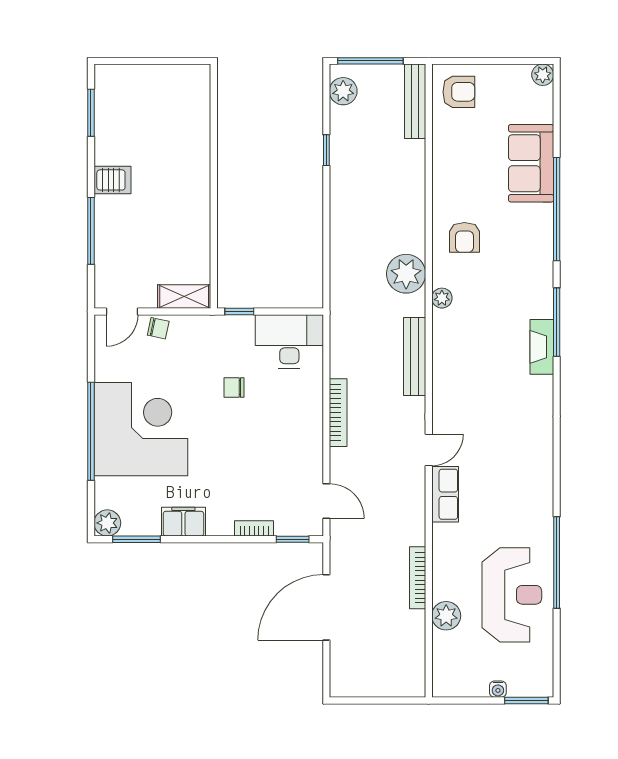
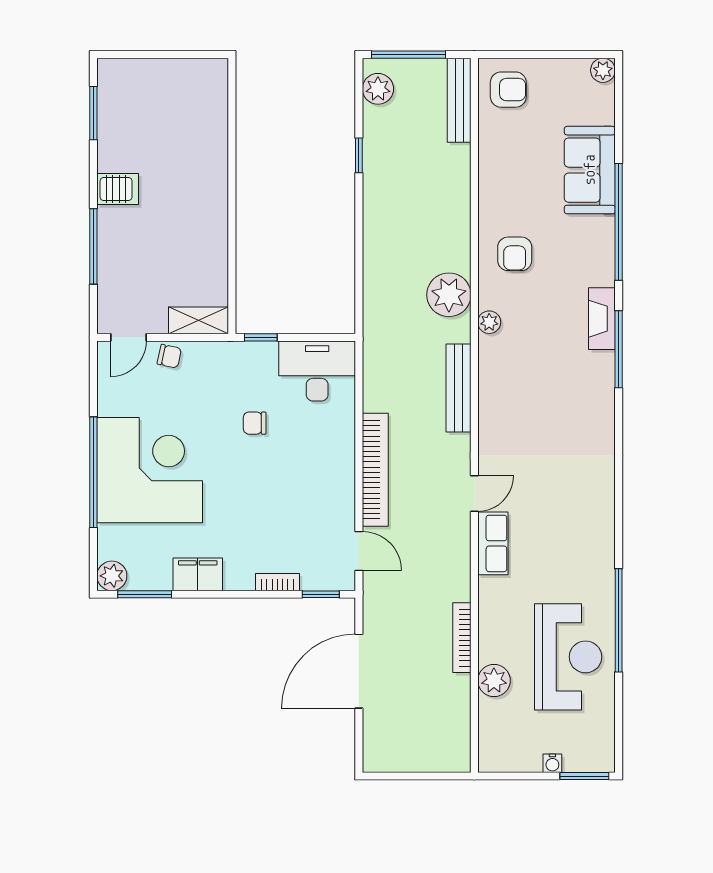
fireplace: (542, 347) -> (602, 319), moved
bookcase: (338, 413) -> (375, 470), width x1.48, depth x1.31

